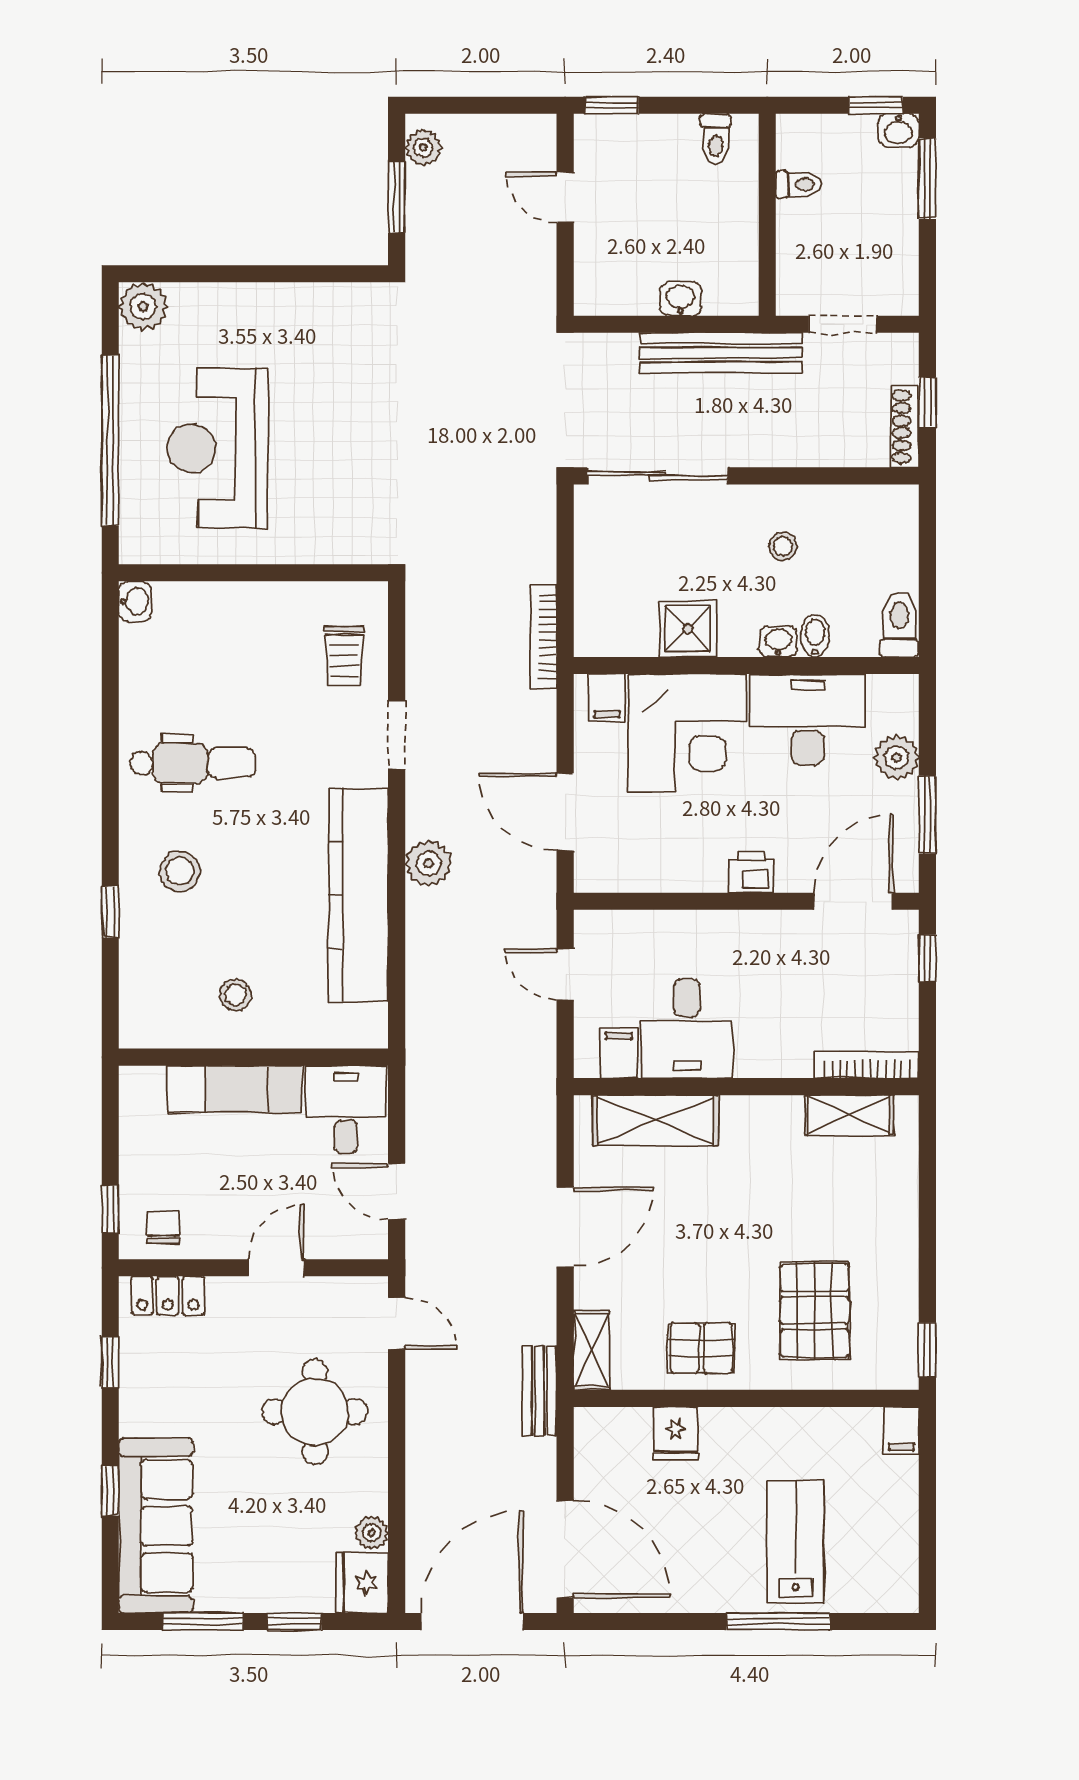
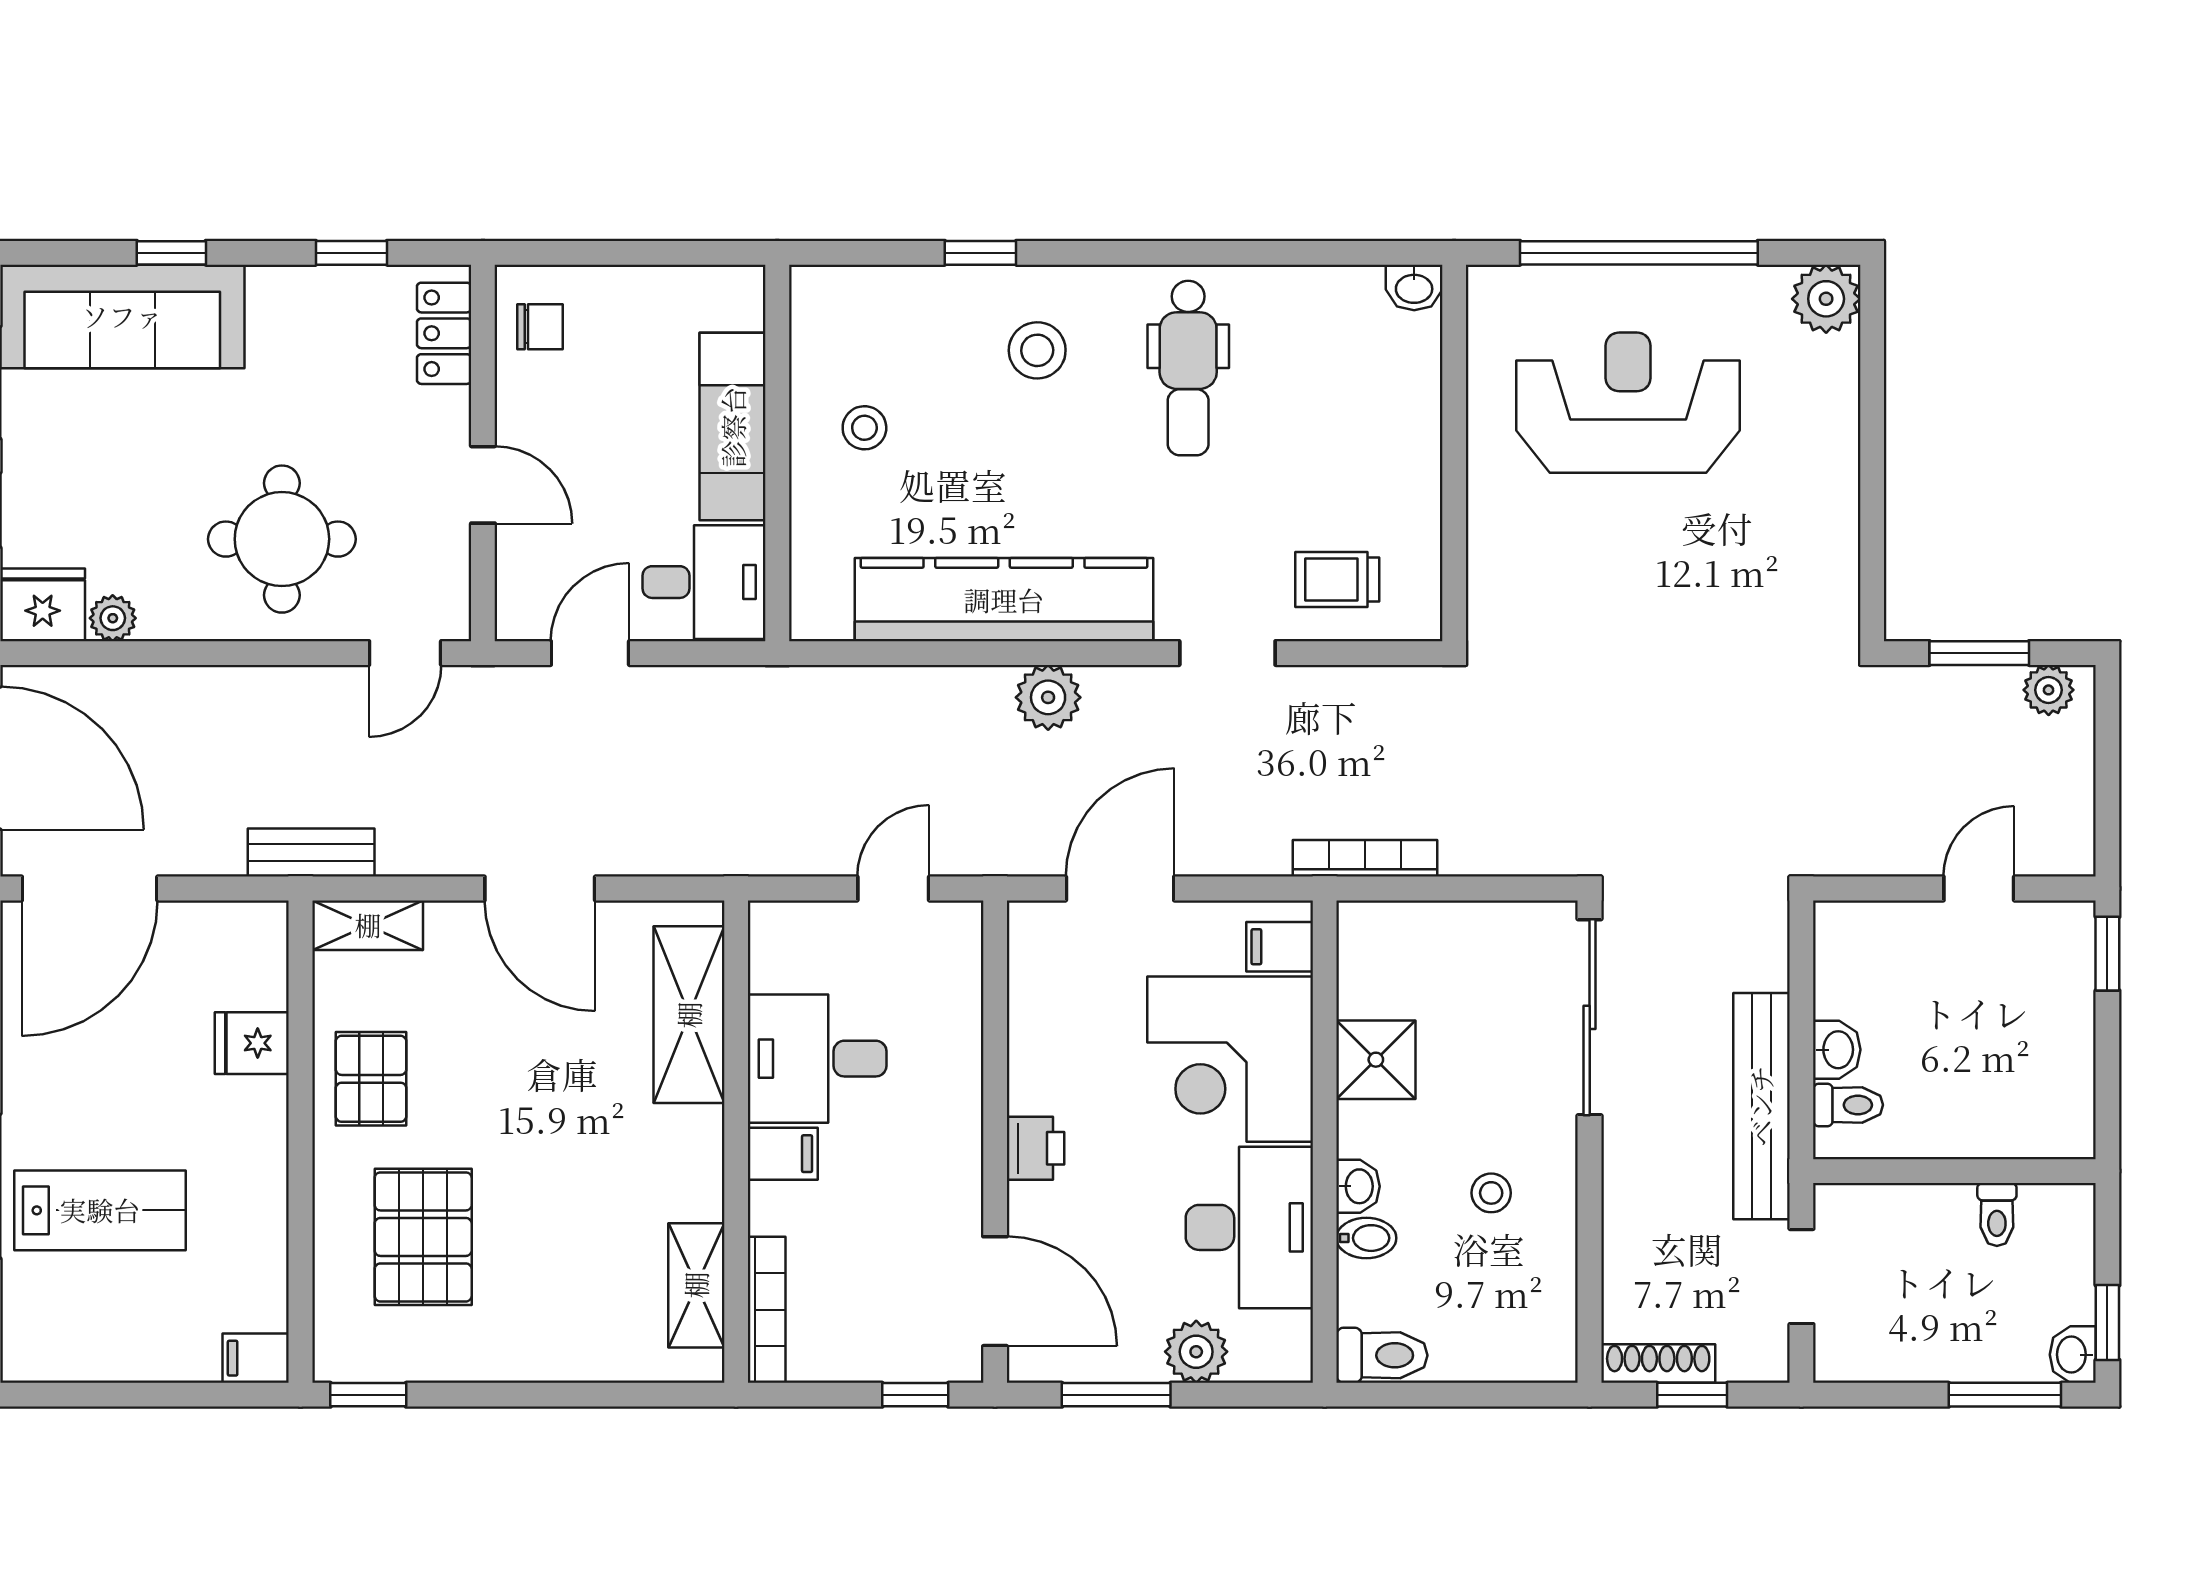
toilet: (715, 139) -> (1848, 1105), moved, turned 180
filing cabinet: (619, 1053) -> (783, 1154), moved
window: (110, 1209) -> (565, 253), removed
pallet: (814, 1311) -> (423, 1237), turned 90

